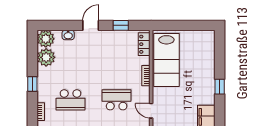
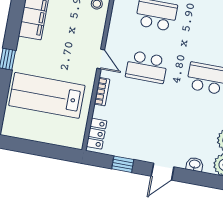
lab bench: (166, 60) -> (47, 95), moved, turned -90
door: (151, 111) -> (101, 59), moved

